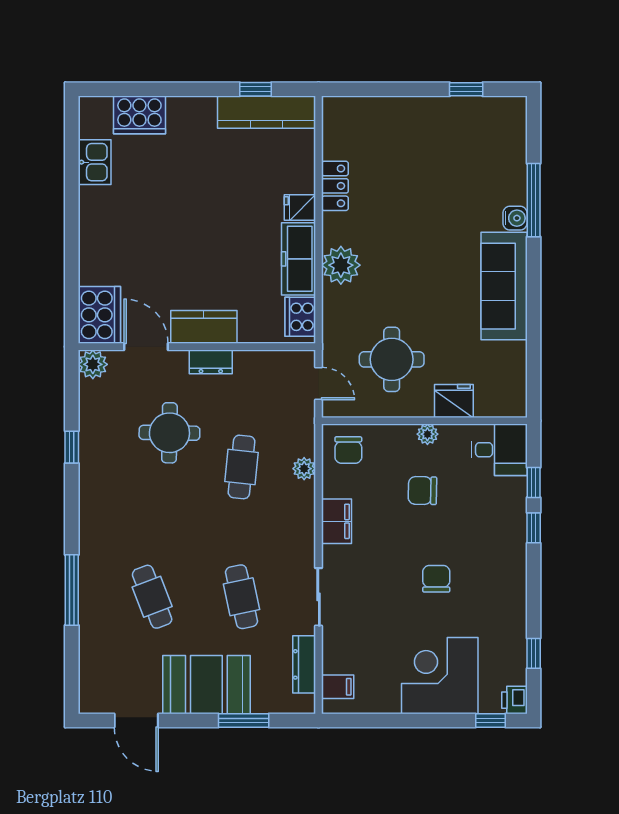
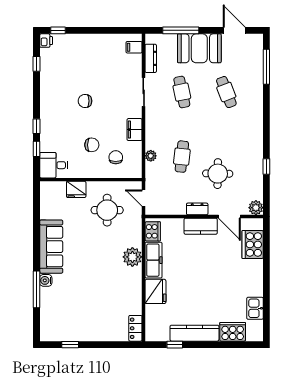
kitchen counter: (267, 112) -> (194, 333), moved
locker: (335, 186) -> (135, 328), moved
fridge: (300, 207) -> (155, 291), width x1.88, depth x1.34
cooker: (99, 315) -> (253, 244), moved
plant: (427, 434) -> (89, 173), removed
chair: (348, 450) -> (116, 157), moved
chair: (436, 579) -> (85, 101), turned 90
window: (72, 590) -> (266, 67), moved
corner desk: (440, 676) -> (83, 53), removed
window: (244, 721) -> (181, 30), width x1.44

